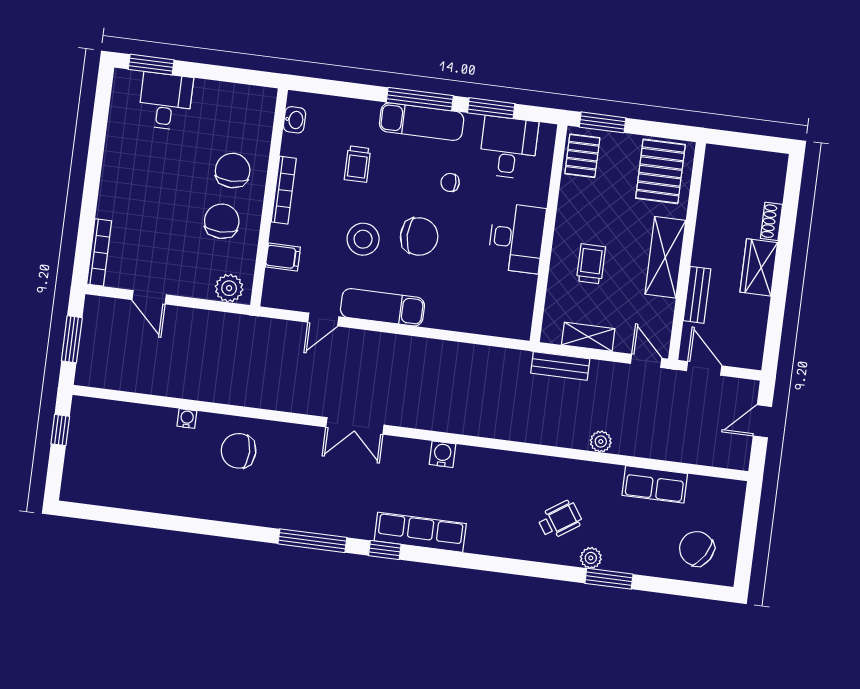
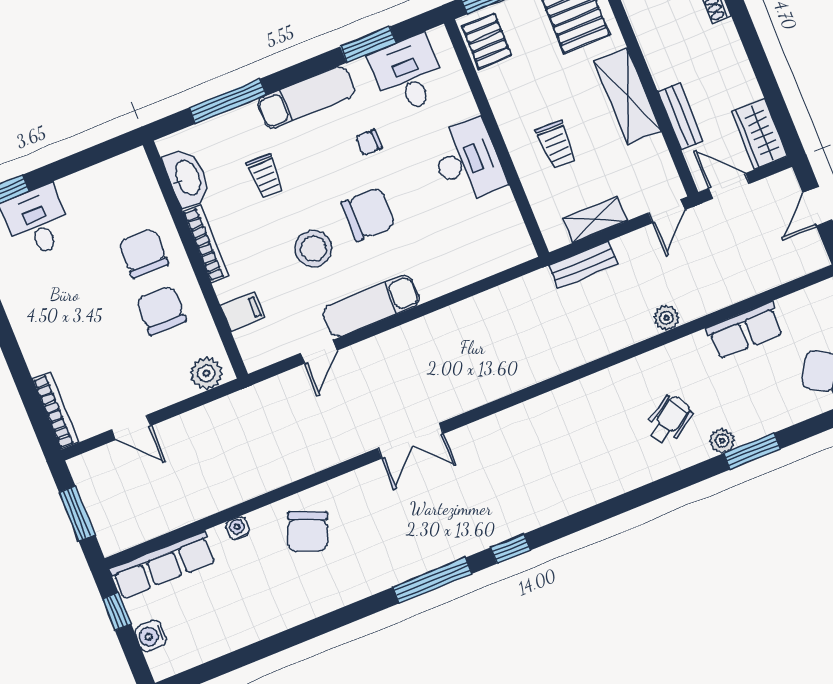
window: (420, 99) -> (228, 101), moved
washbasin: (295, 120) -> (187, 178), width x1.91, depth x1.45
trolley: (591, 264) -> (556, 145), turned 180
wardrobe: (759, 267) -> (759, 134), moved
door: (646, 361) -> (667, 211), swing flipped
chair: (239, 451) -> (308, 532), turned -68
water cooler: (442, 454) -> (151, 636), moved, turned -90
row of seats: (420, 532) -> (163, 565), moved, turned 180

